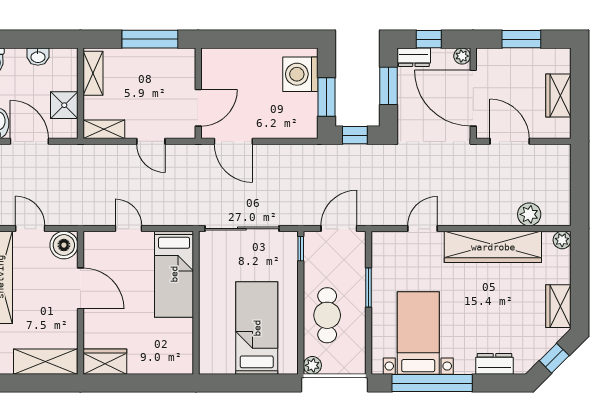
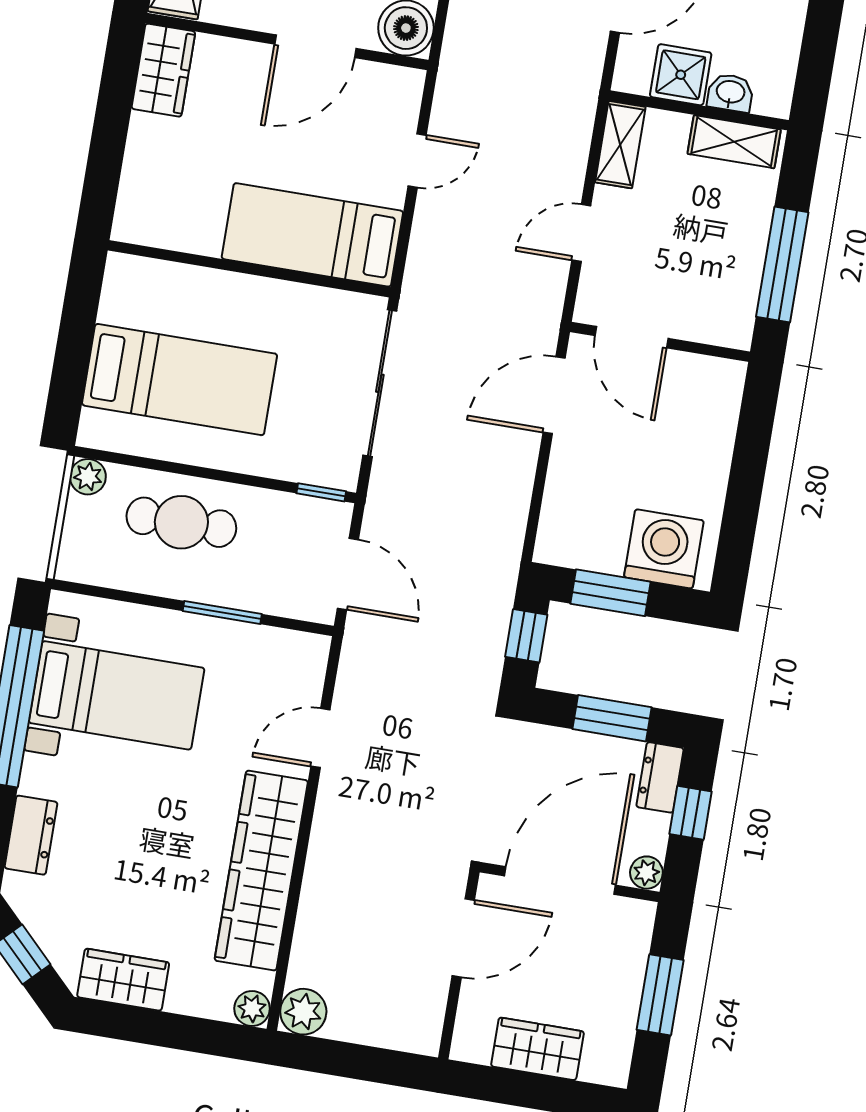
washbasin: (38, 57) -> (730, 93), moved, turned 90
plant: (529, 214) -> (303, 1012), moved
door: (422, 229) -> (320, 738), swing flipped

